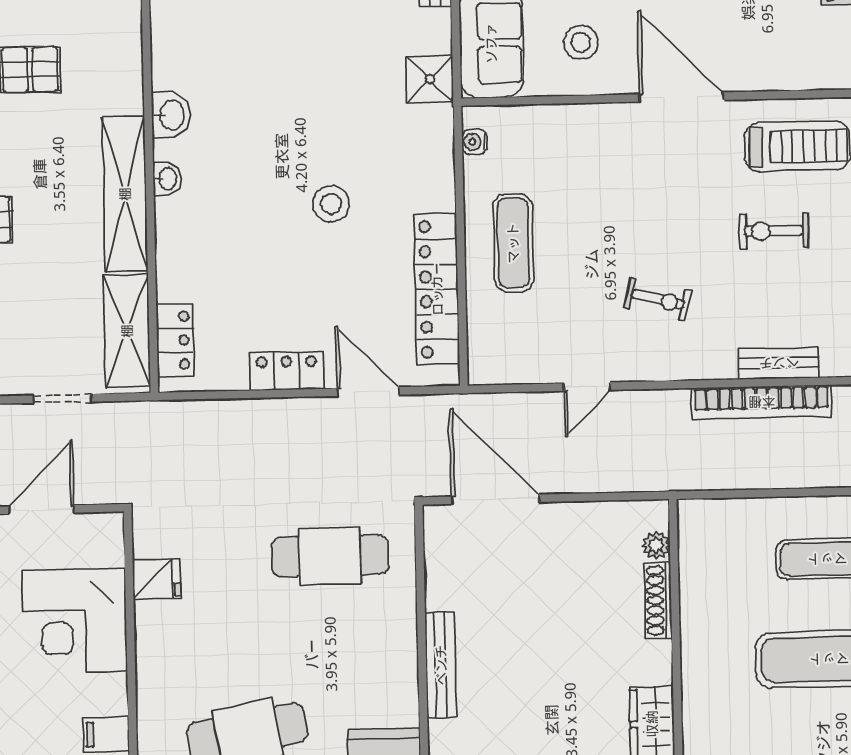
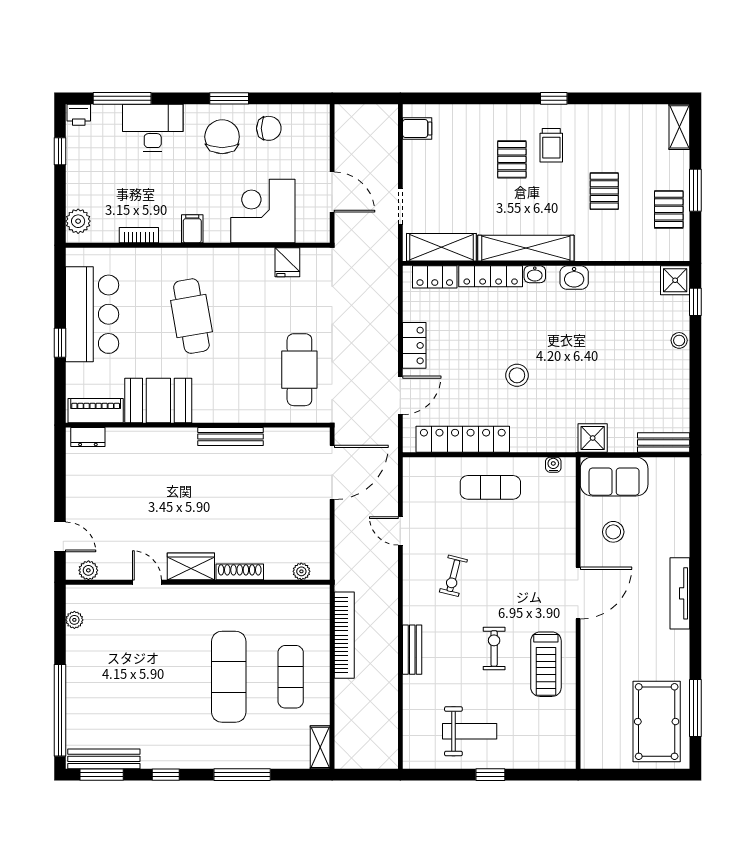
locker: (172, 250) -> (491, 276), added
bookcase: (762, 402) -> (344, 635), moved, turned 180
shoe rack: (658, 600) -> (240, 572), moved

